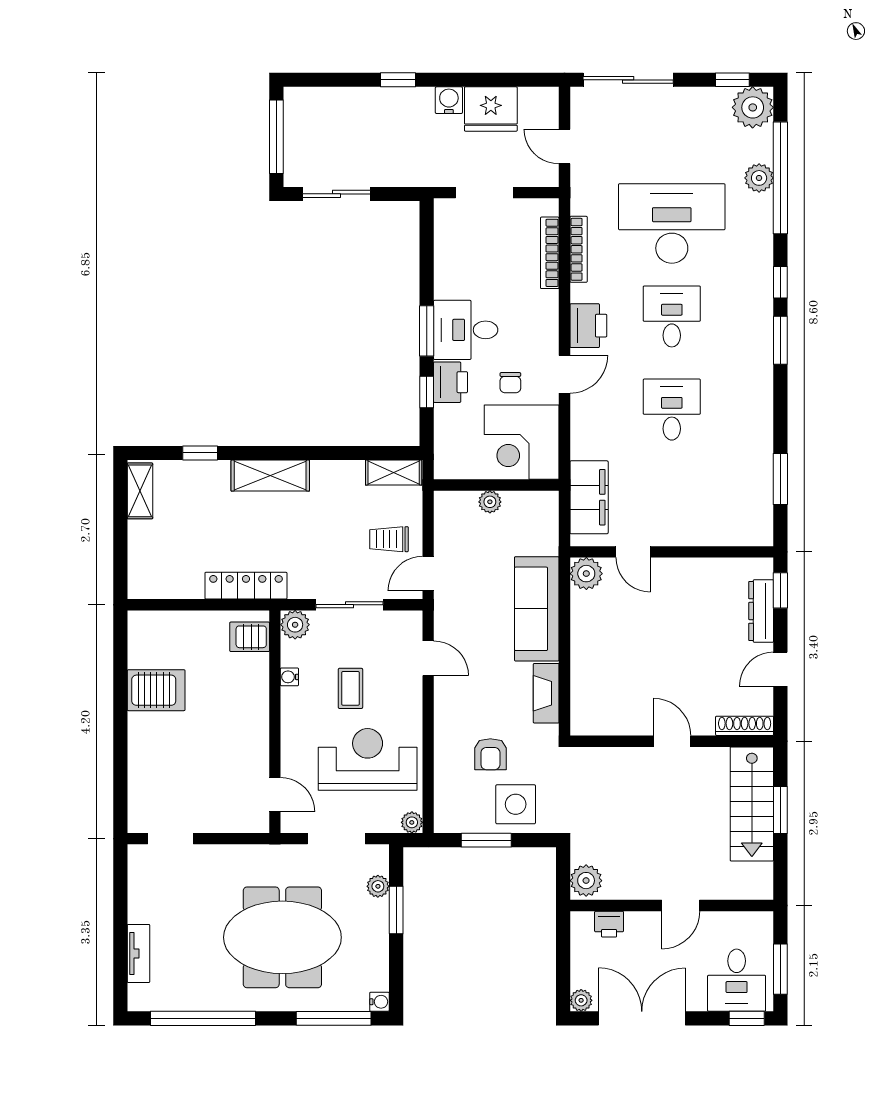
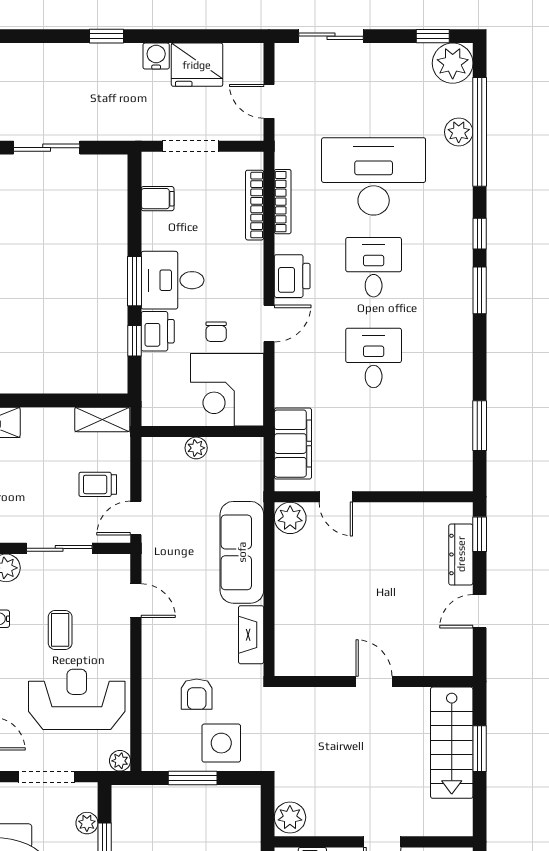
sliding door: (628, 80) -> (331, 36), width x0.73
filing cabinet: (450, 246) -> (158, 199), added
shoe rack: (745, 726) -> (445, 667), removed

